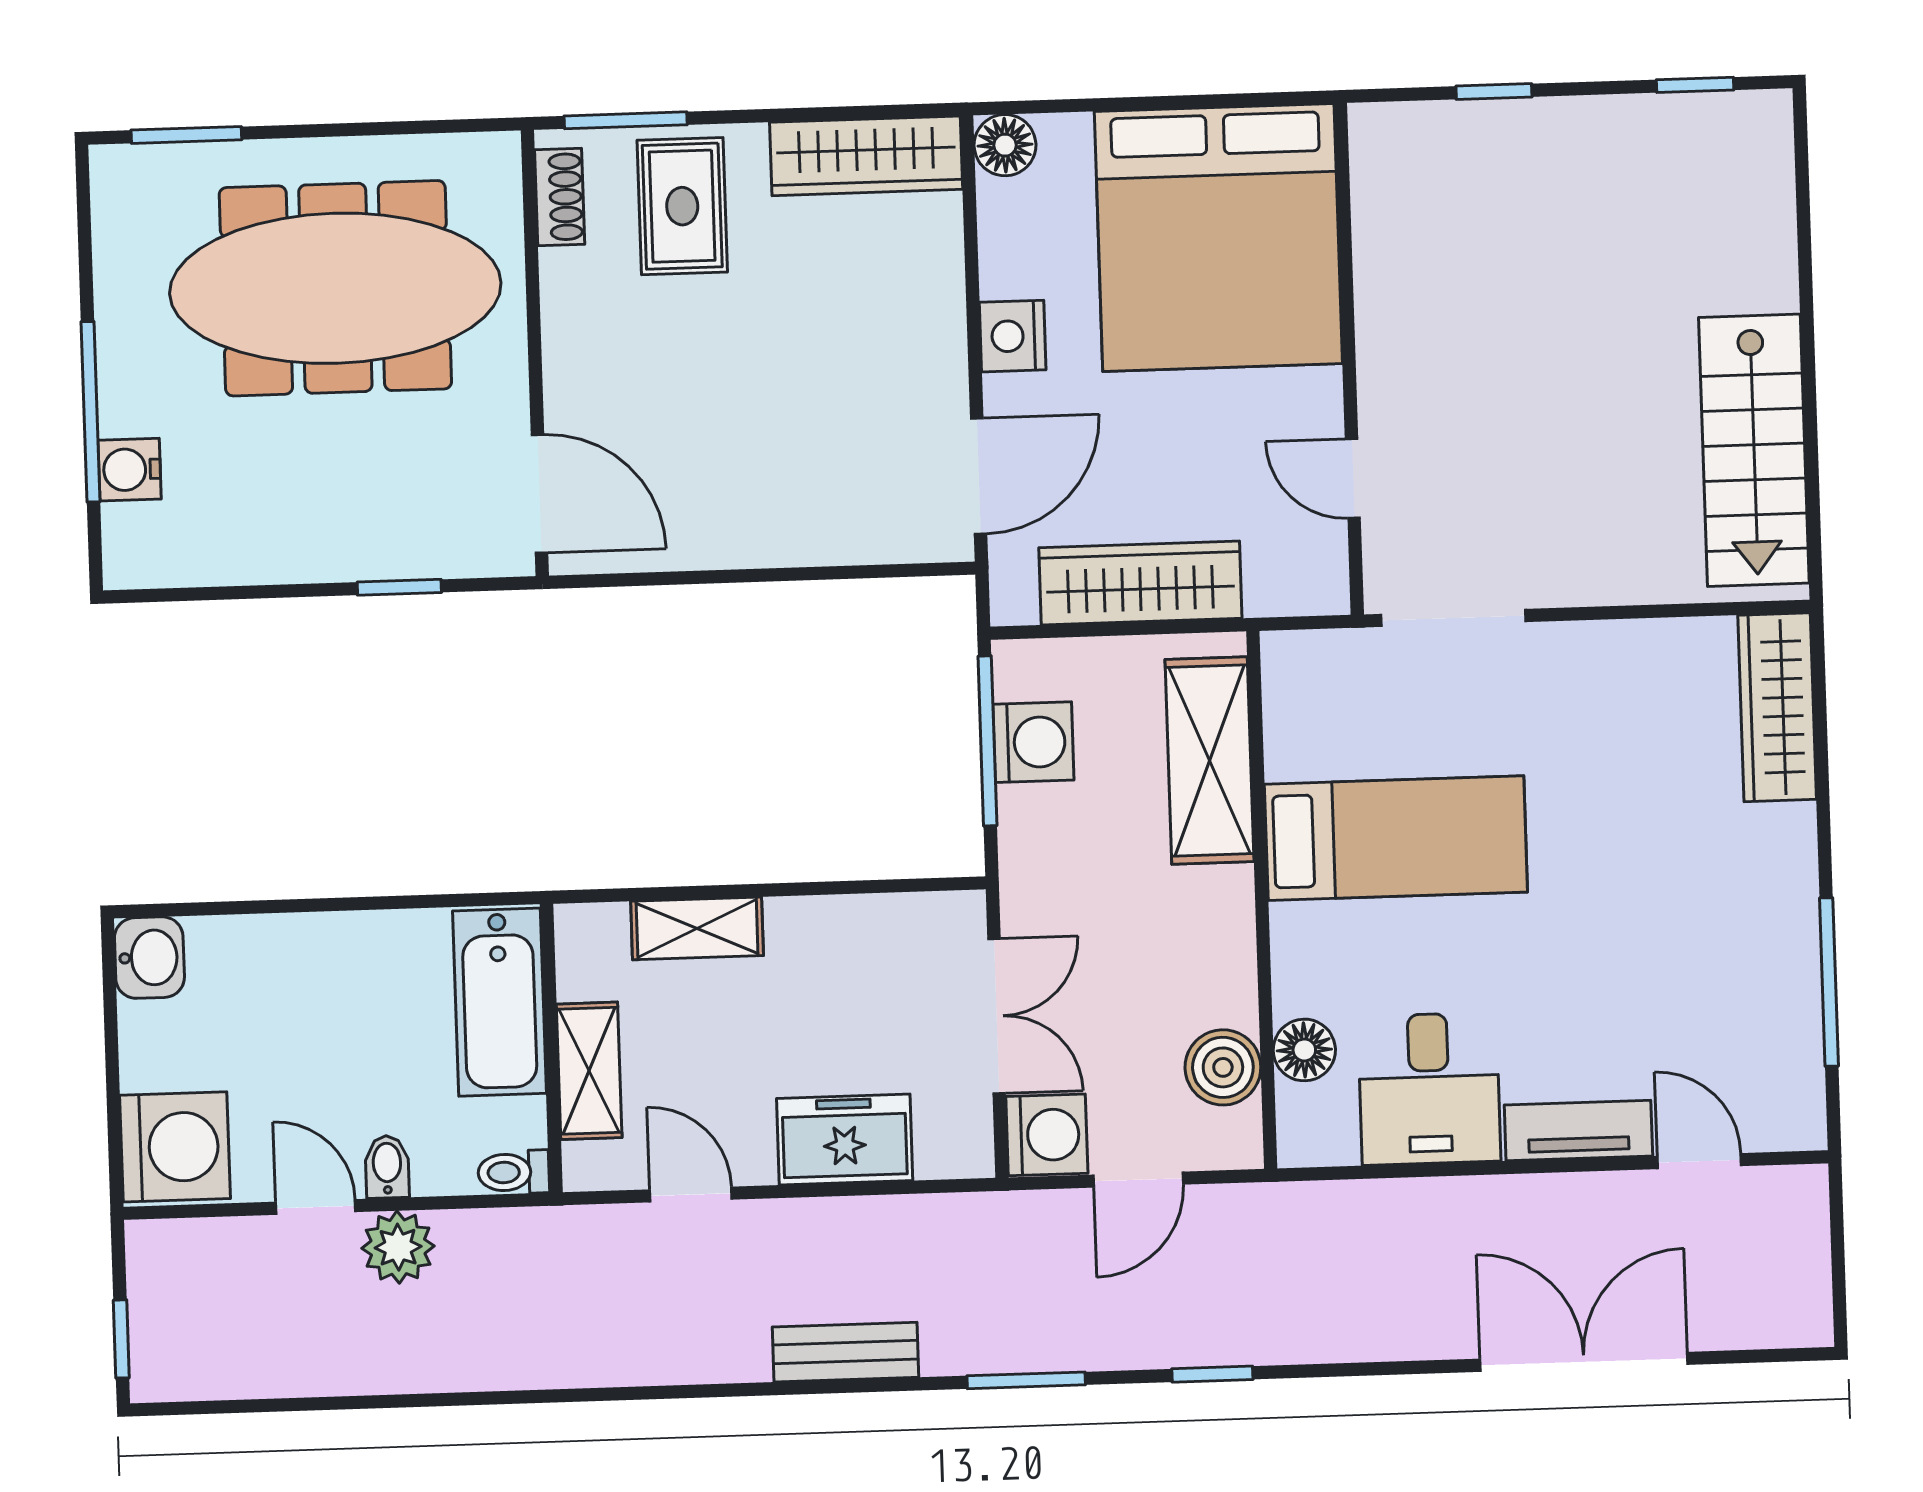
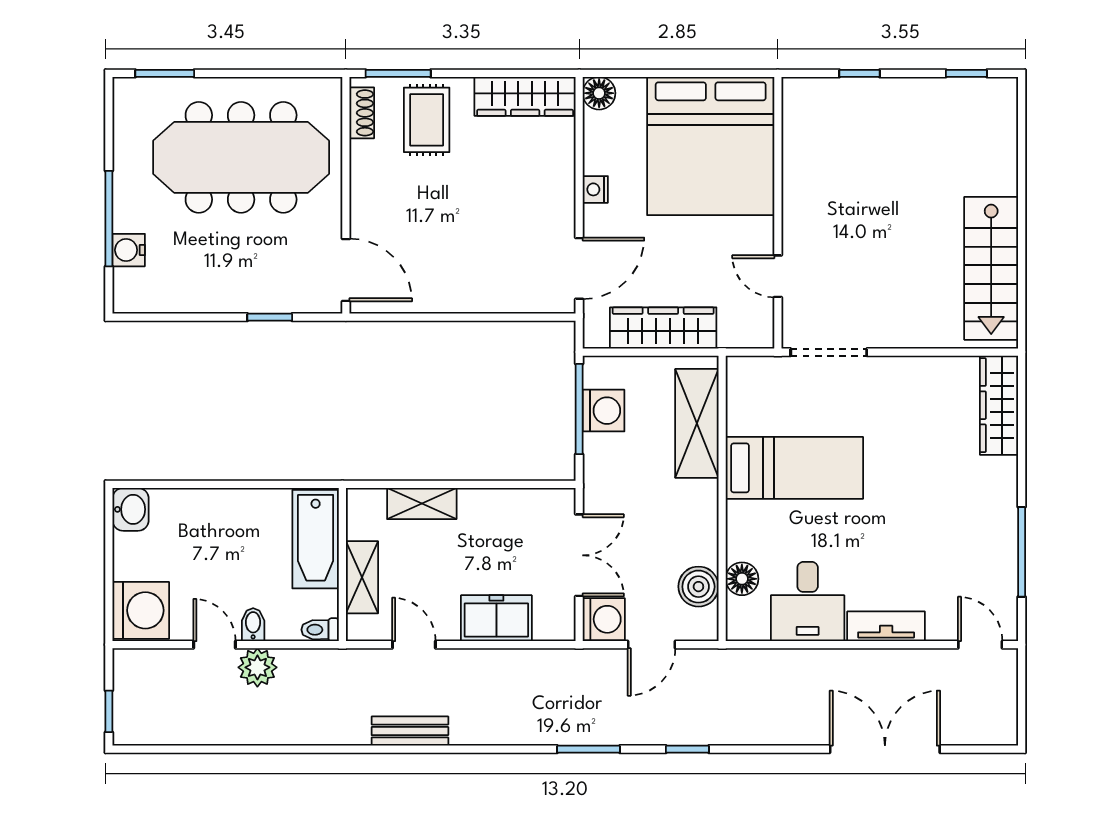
nightstand: (1013, 336) -> (595, 189), width x0.72, depth x0.74
door: (1699, 1161) -> (980, 645), moved
bench: (845, 1352) -> (410, 731), moved

